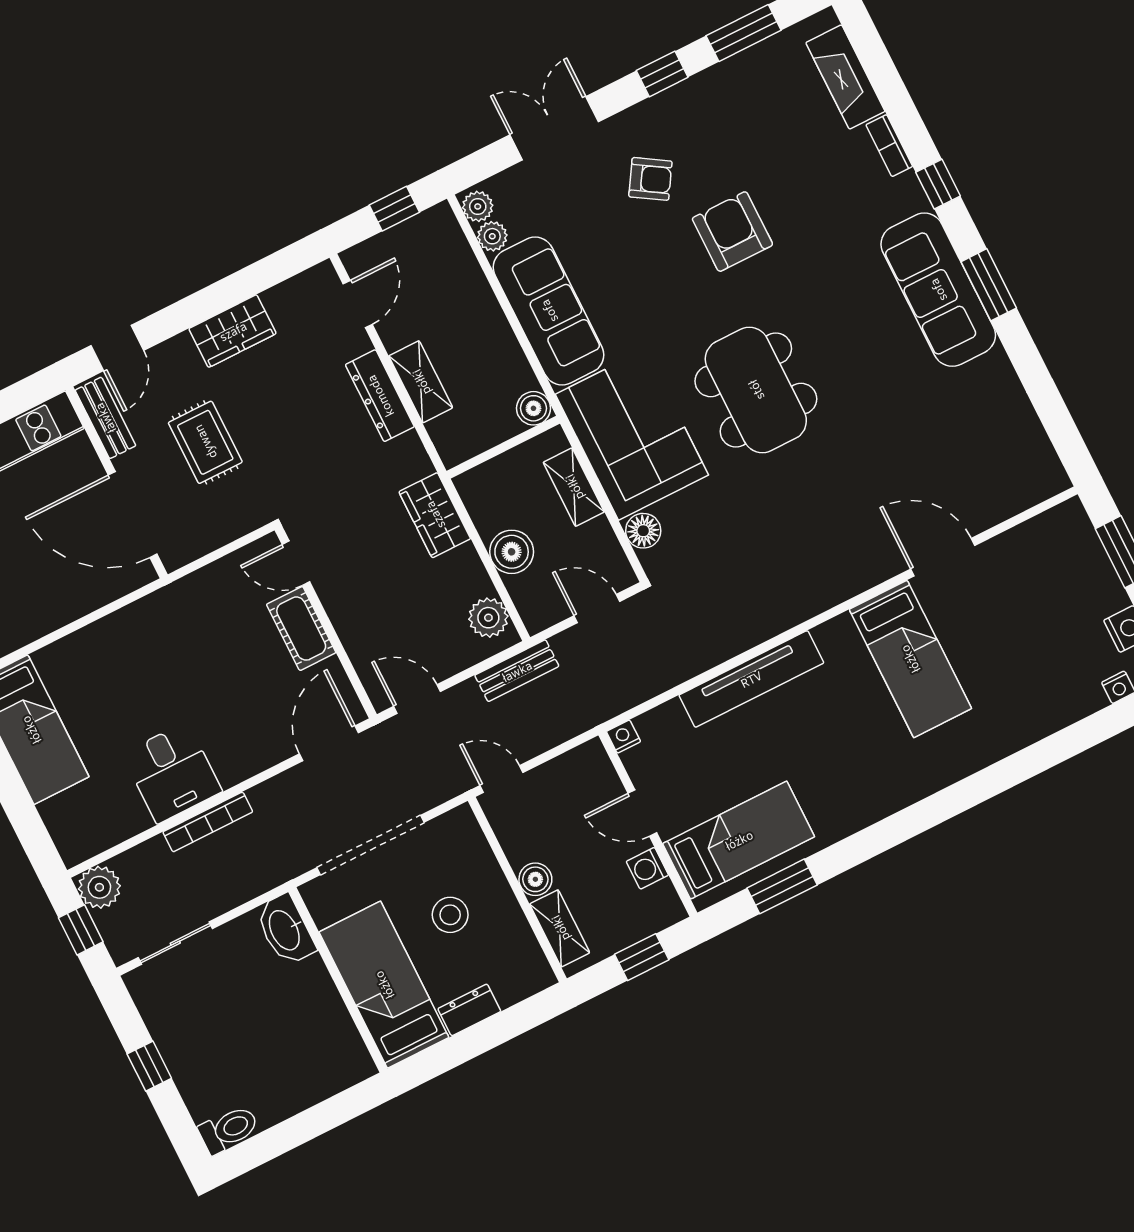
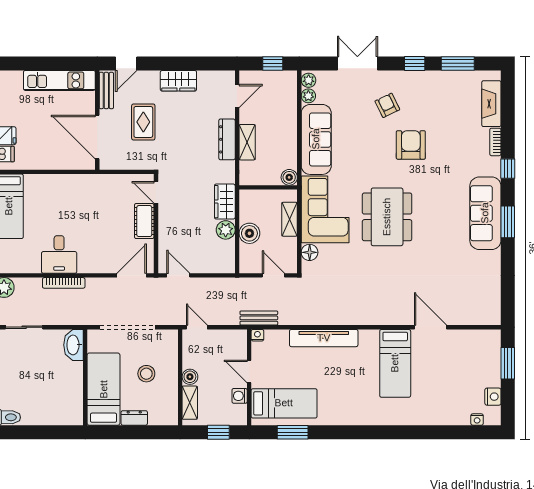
armchair: (650, 179) -> (387, 105), turned -148
plant: (488, 618) -> (226, 230), moved
bench: (517, 671) -> (259, 318), moved

